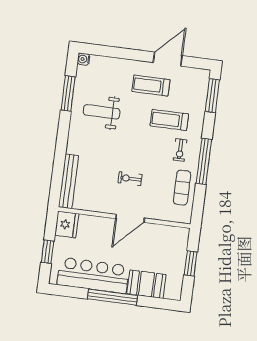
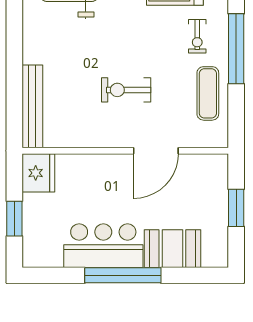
exercise bike: (130, 179) -> (126, 90), width x1.38, depth x1.39
door: (130, 218) -> (156, 151), moved
bar counter: (93, 275) -> (103, 246), width x0.73

